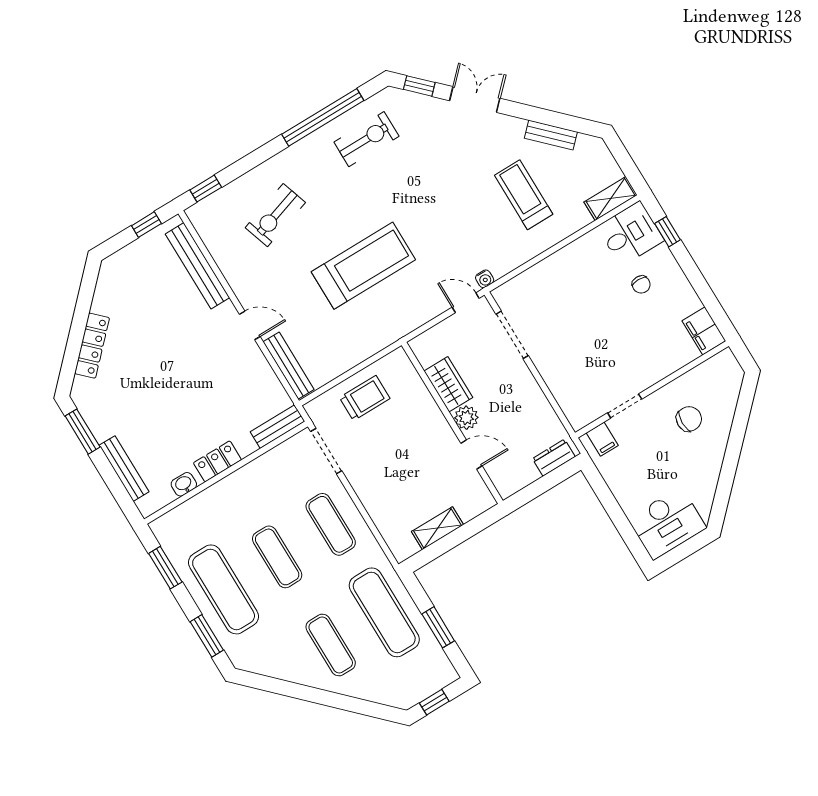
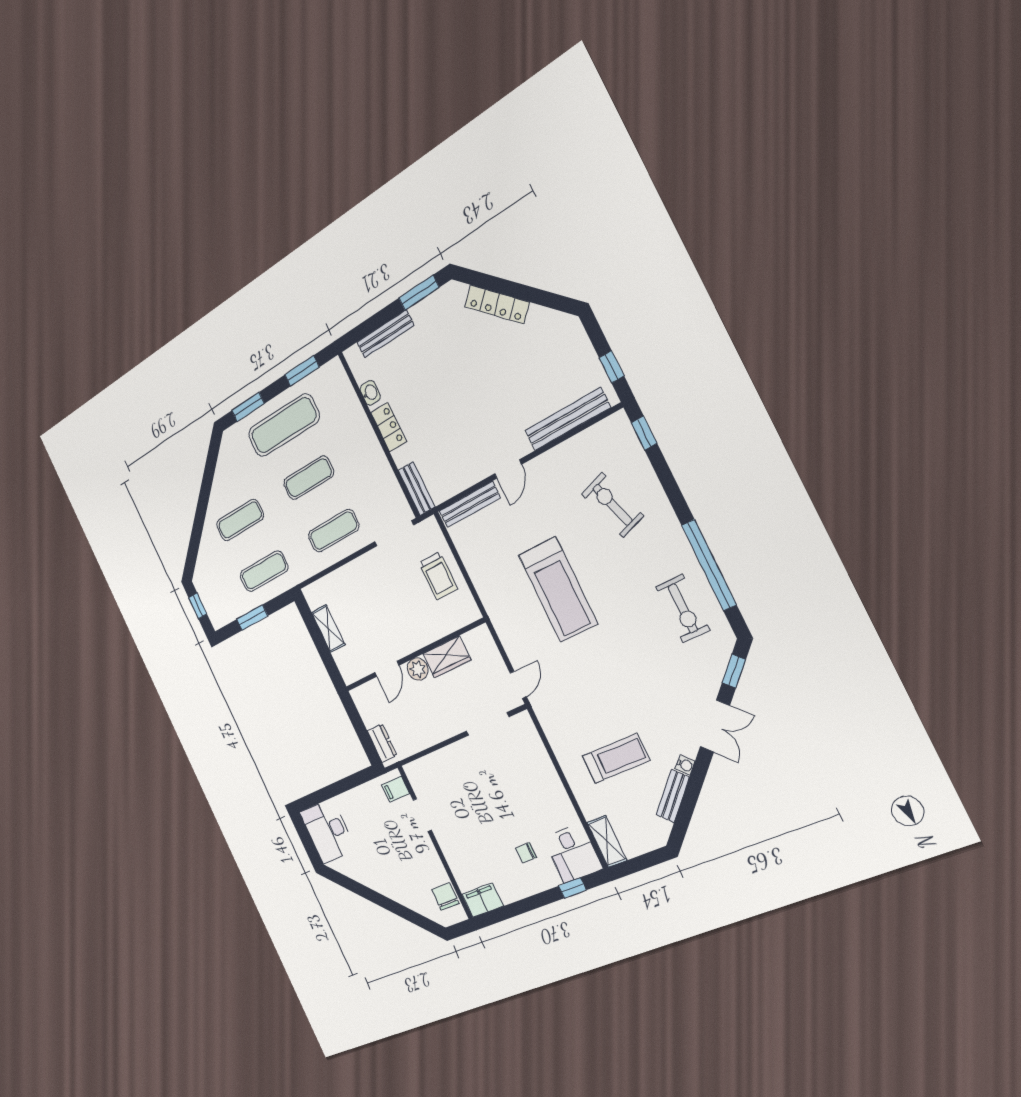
water cooler: (485, 279) -> (685, 765), moved, turned -135
chair: (689, 419) -> (445, 896), moved, turned 180
exercise mat: (384, 612) -> (264, 571), width x0.73, depth x0.69

